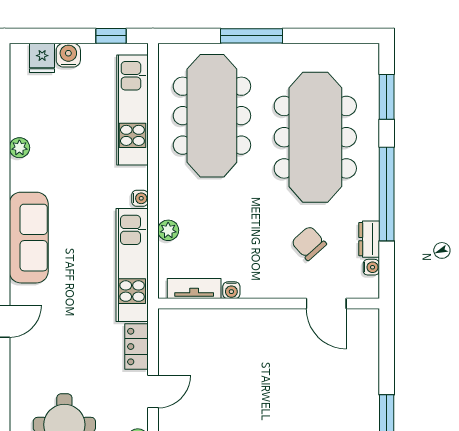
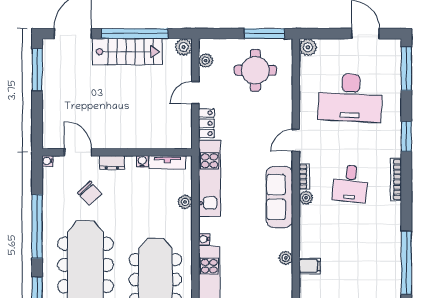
water cooler: (140, 198) -> (204, 239), moved
dresser: (369, 239) -> (112, 162), moved, turned 90
water cooler: (371, 267) -> (47, 161), moved

